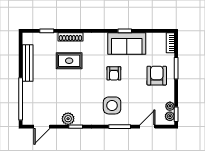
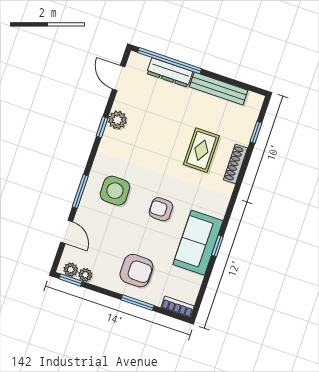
dresser: (28, 96) -> (170, 72), added

